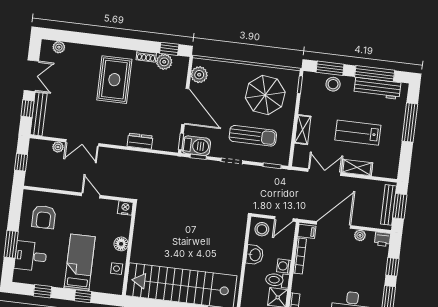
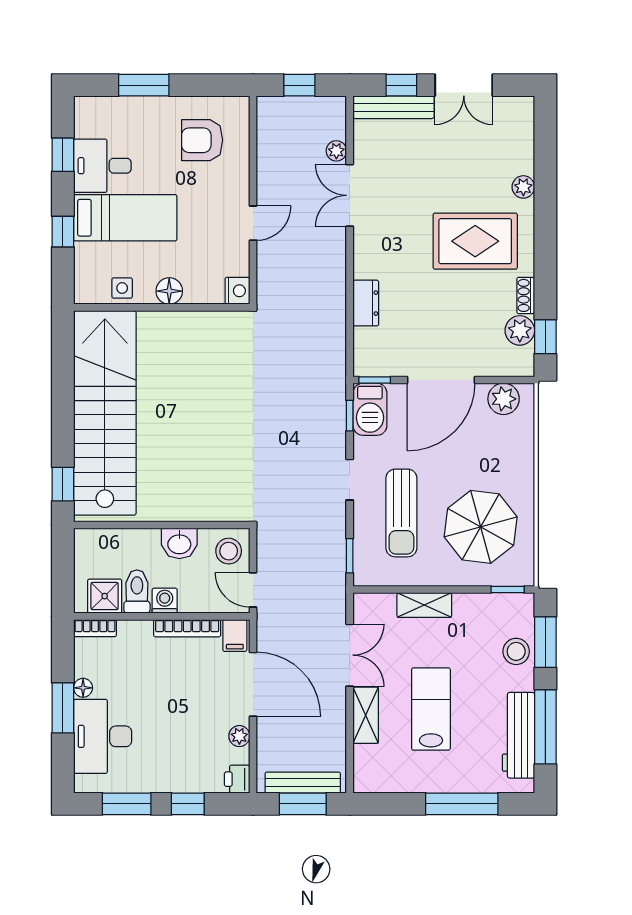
plant: (59, 47) -> (523, 187), moved
desk: (31, 256) -> (102, 166), moved, turned -90

